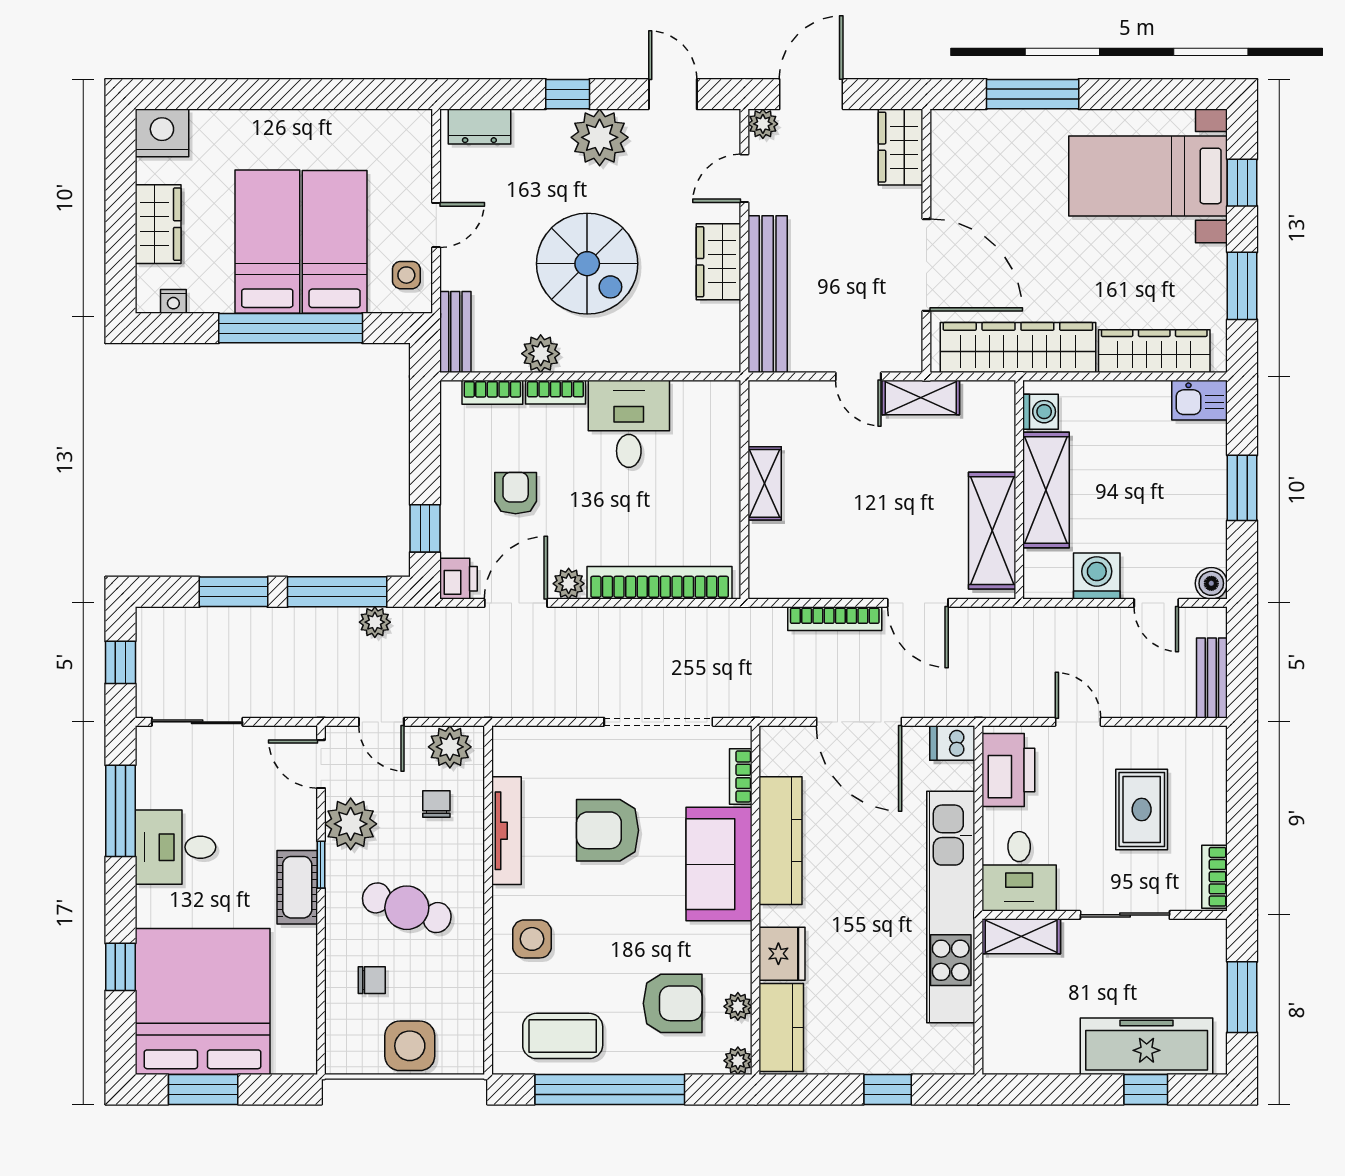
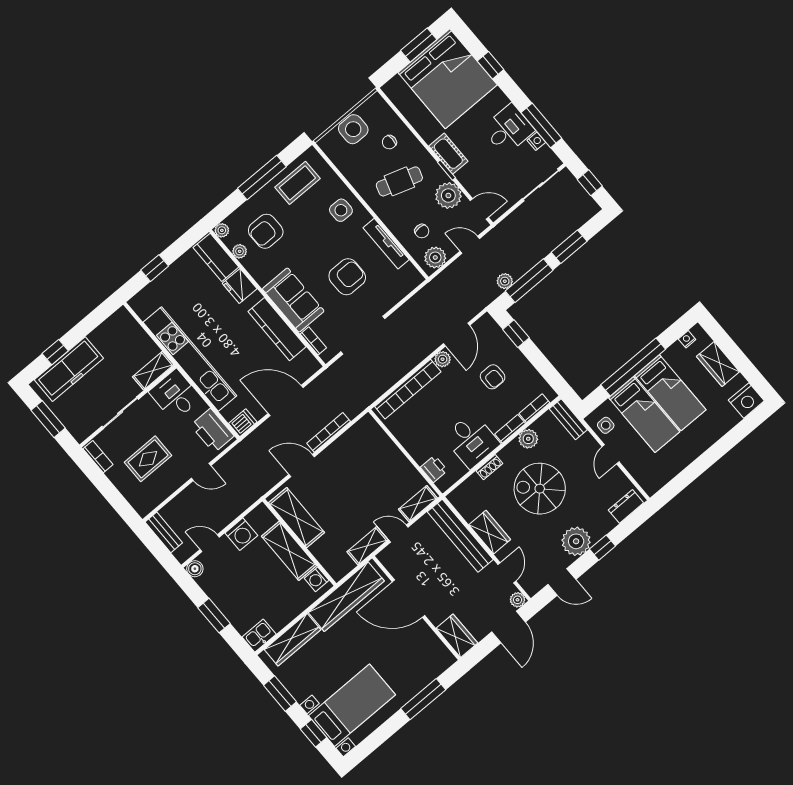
shoe rack: (636, 361) -> (489, 467), added
shelving: (765, 483) -> (418, 504), moved, turned 90
printer: (459, 579) -> (434, 469), moved, turned 180
nightstand: (148, 793) -> (536, 141), added
rug: (1142, 810) -> (148, 459), turned 90
window: (610, 1090) -> (262, 177), width x0.68

